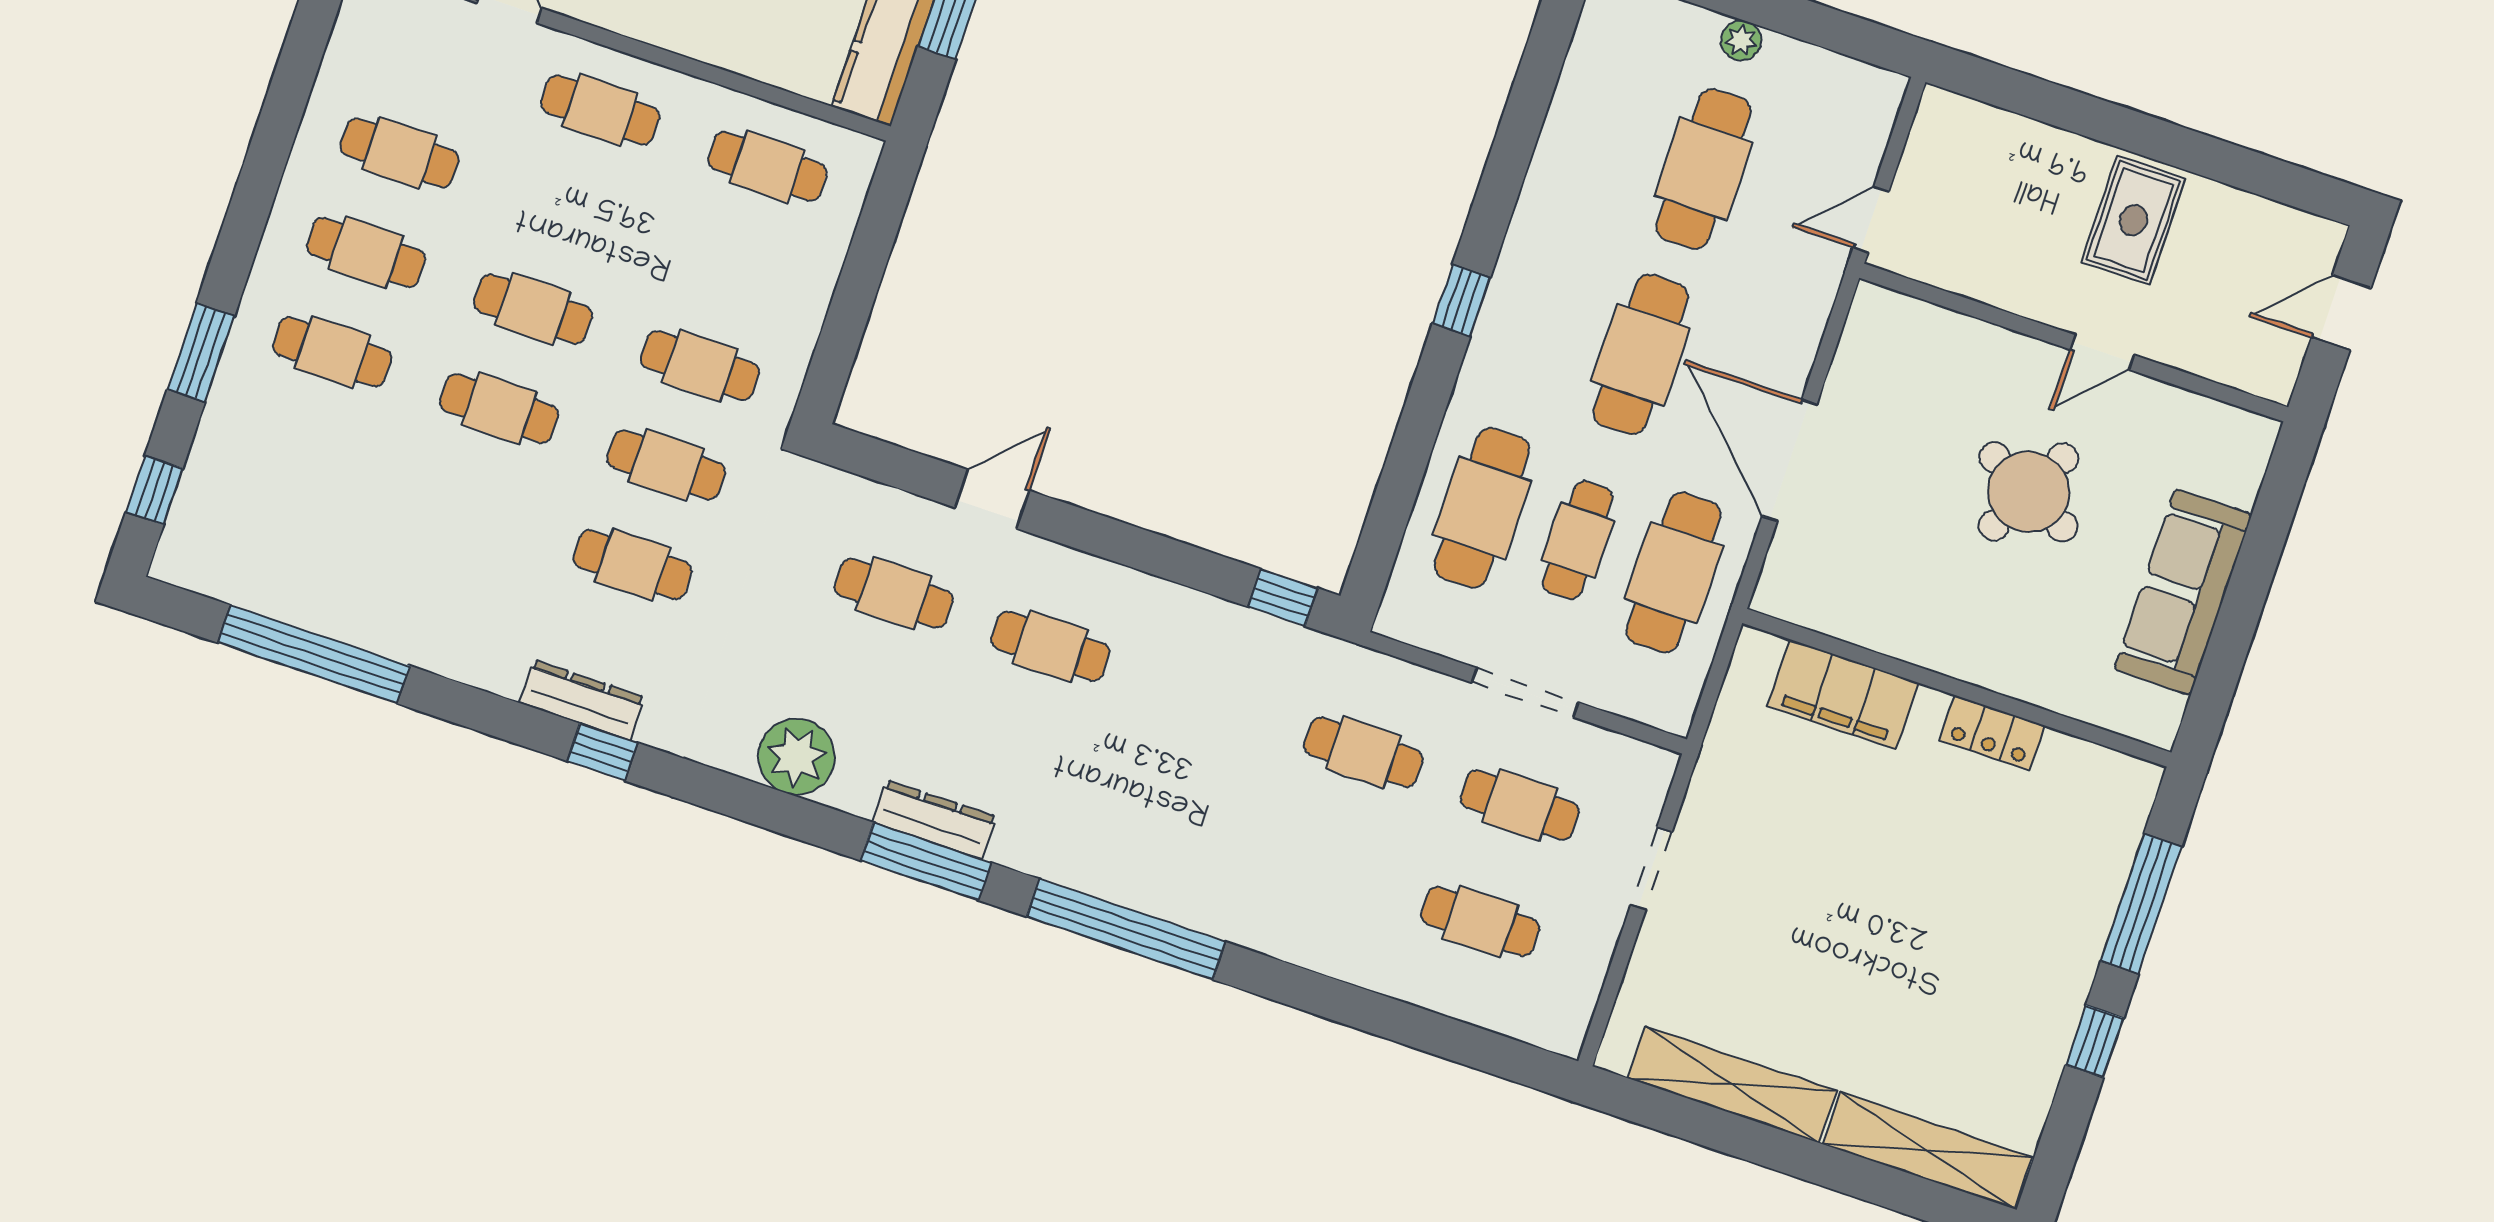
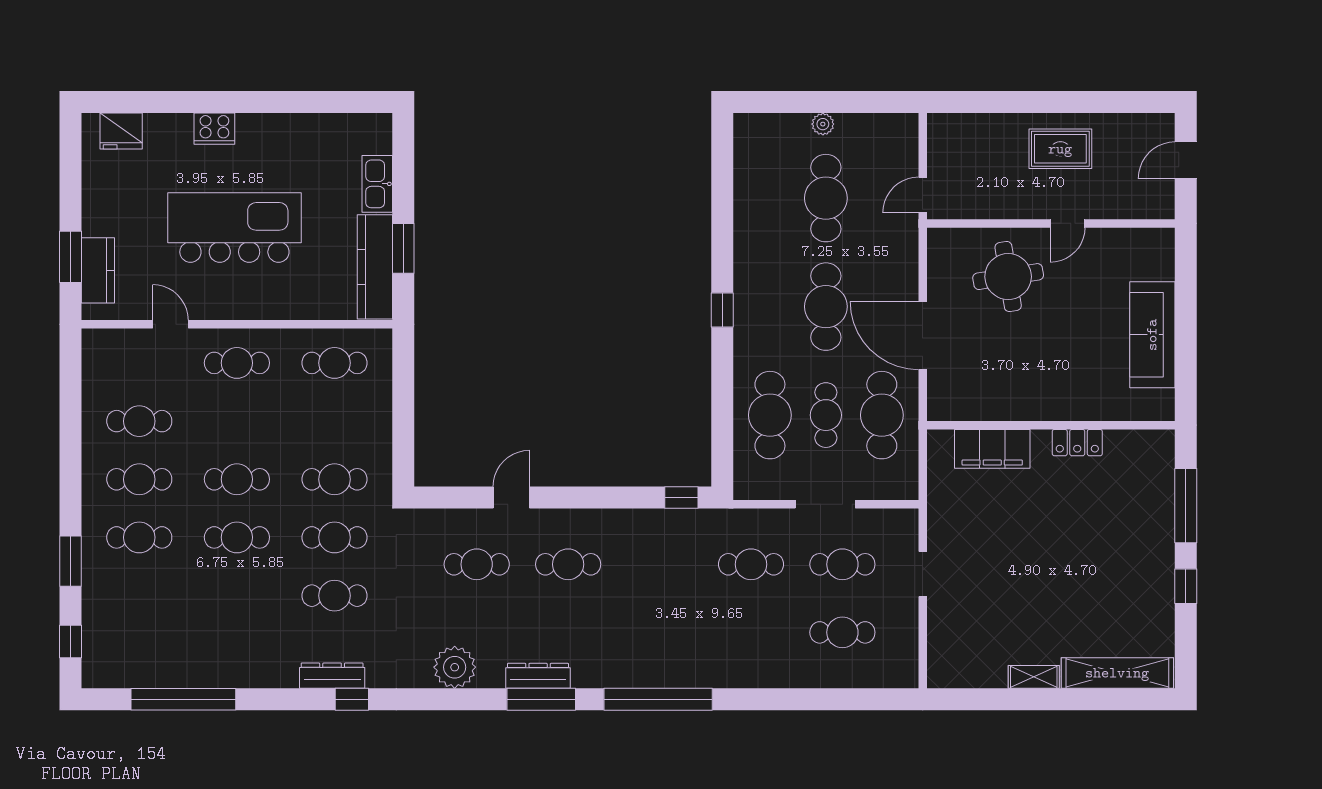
rug: (2133, 220) -> (1060, 149), turned 90
round table: (2028, 492) -> (1008, 277), moved, turned -36
shelving: (1732, 1085) -> (1034, 677), width x0.45, depth x0.75

